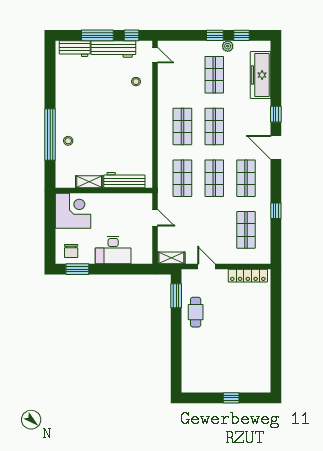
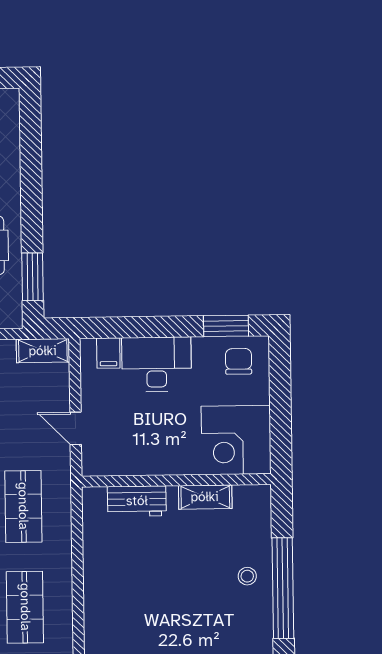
workbench: (124, 180) -> (137, 501), width x0.73
filing cabinet: (138, 256) -> (108, 353), added

